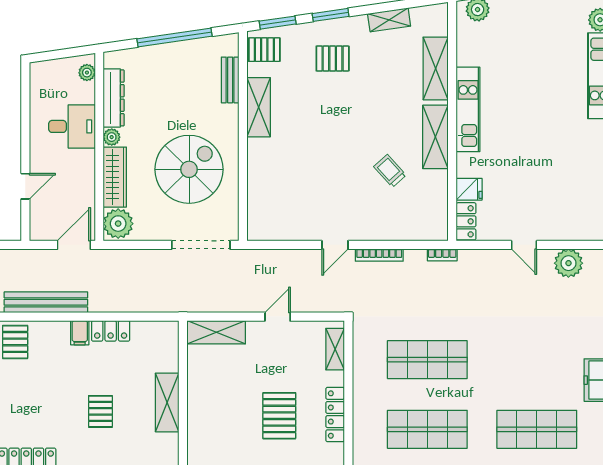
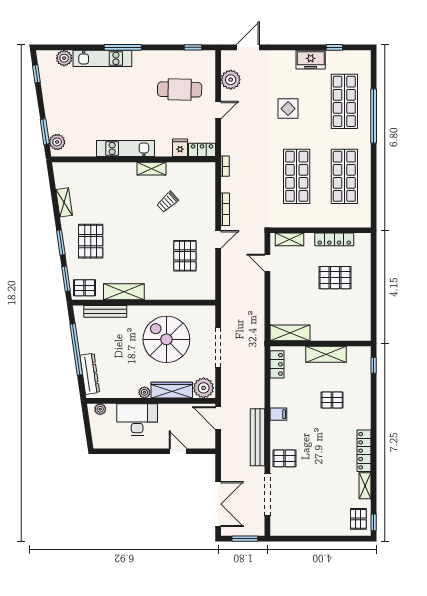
pallet: (264, 50) -> (85, 288), turned 90
pallet: (333, 59) -> (91, 241), width x1.50, depth x1.42
shelving: (436, 68) -> (97, 171), removed
bench: (230, 80) -> (105, 311), width x1.36
dresser: (114, 98) -> (90, 374), moved, turned 82
desk: (72, 126) -> (137, 419), width x1.37
shelving: (435, 137) -> (151, 169), width x0.67, depth x0.75
cafe table: (554, 189) -> (180, 89), added
pallet: (311, 196) -> (185, 256), added
doorway: (201, 245) -> (218, 347), moved
door: (335, 245) -> (218, 240), hinge flipped
door: (278, 317) -> (267, 263), moved
locker: (111, 331) -> (277, 364), moved
shelving: (216, 332) -> (290, 333), moved, turned 90
display table: (526, 347) -> (288, 109), added

